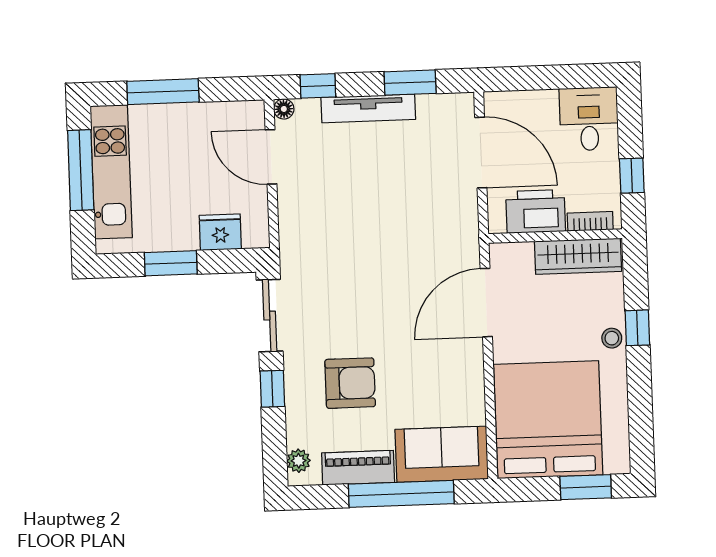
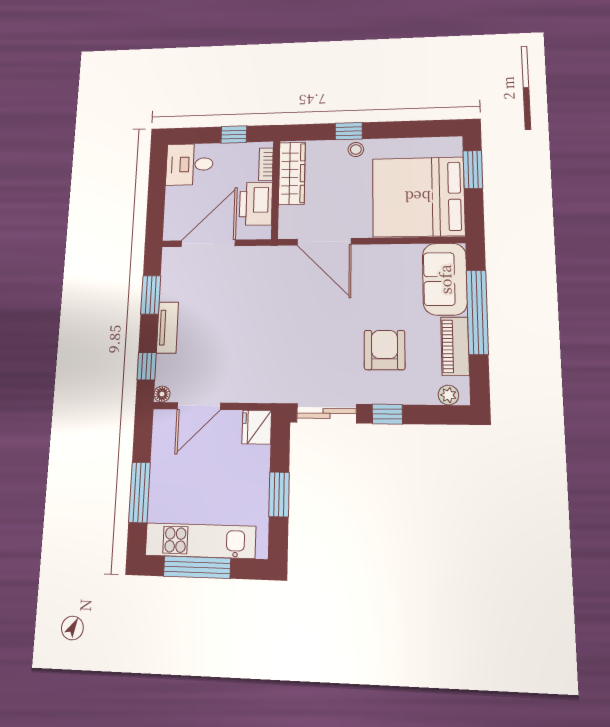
tv unit: (368, 108) -> (167, 328), width x0.71
fridge: (220, 232) -> (257, 427), moved

